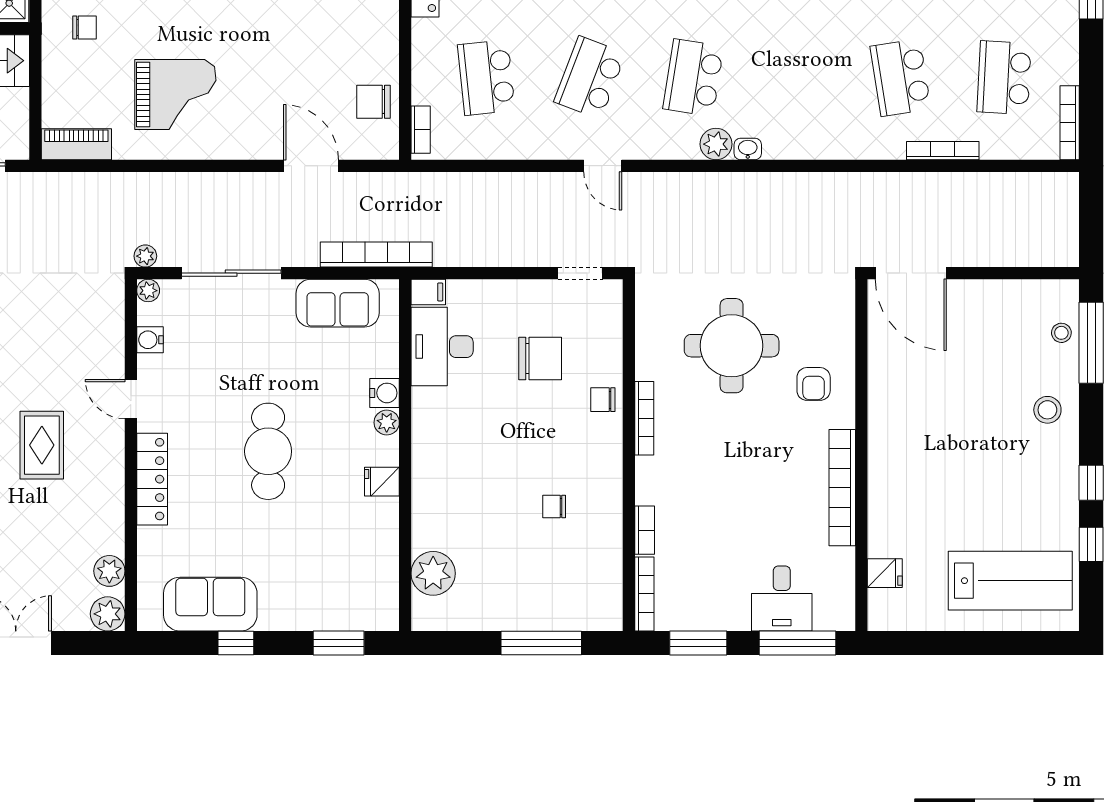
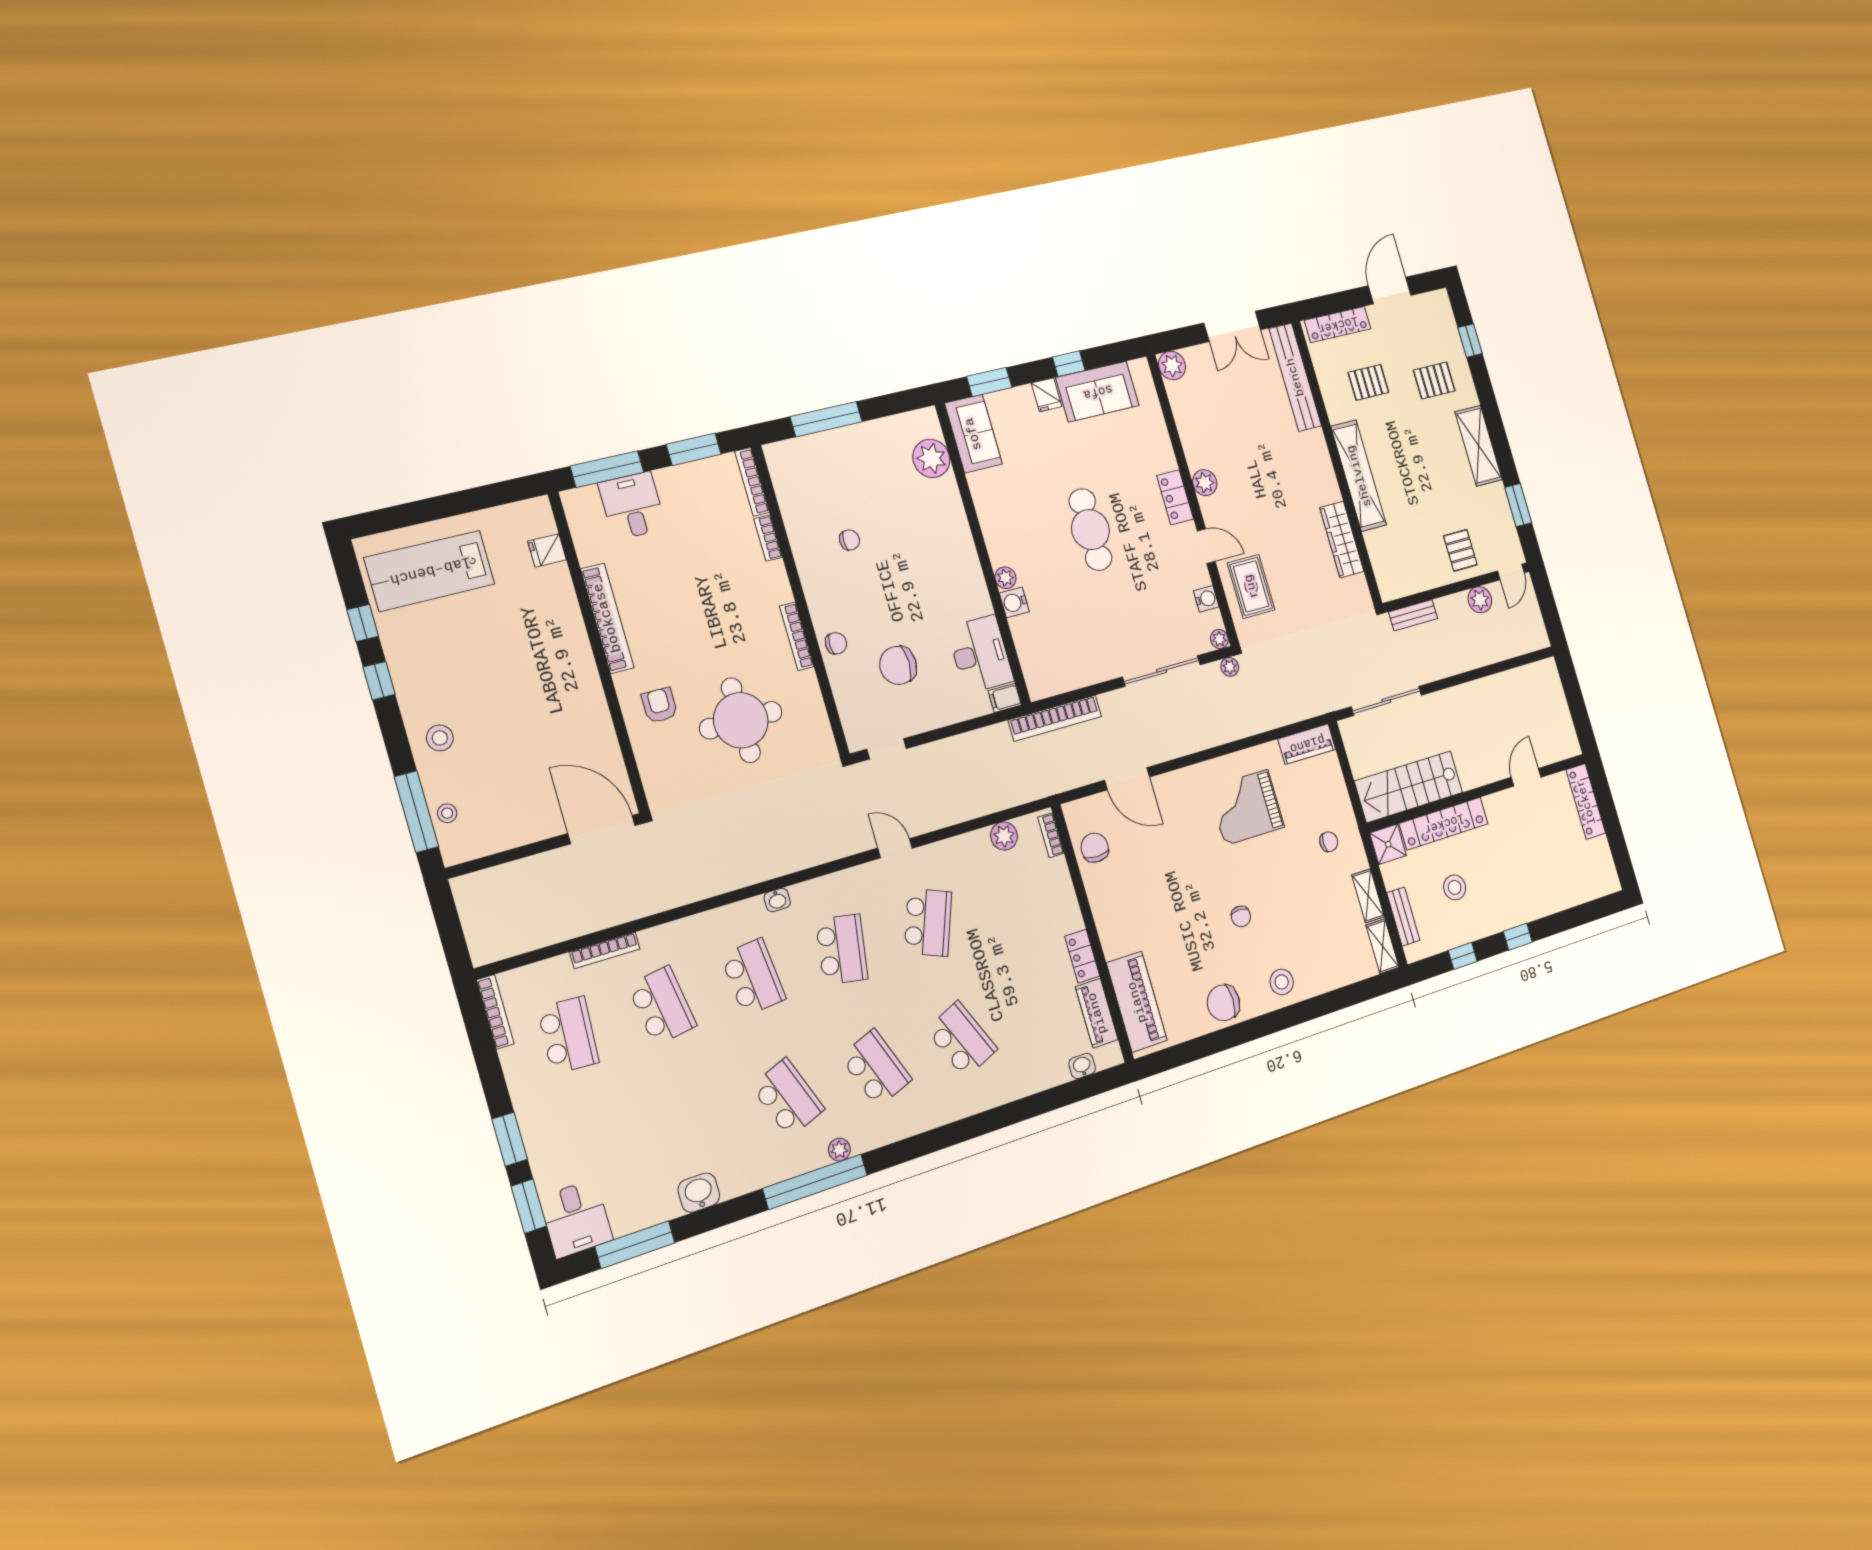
chair: (84, 27) -> (1329, 842), turned 180
school desk: (486, 78) -> (753, 977), moved
chair: (373, 102) -> (1095, 848), turned -90
plant: (716, 144) -> (1004, 836), moved
sofa: (338, 303) -> (973, 434), moved, turned 90
rug: (42, 445) -> (1251, 586), moved
locker: (152, 479) -> (1175, 497), width x0.66
fridge: (382, 482) -> (1047, 395), moved, turned 90
plant: (109, 571) -> (1205, 483), moved

